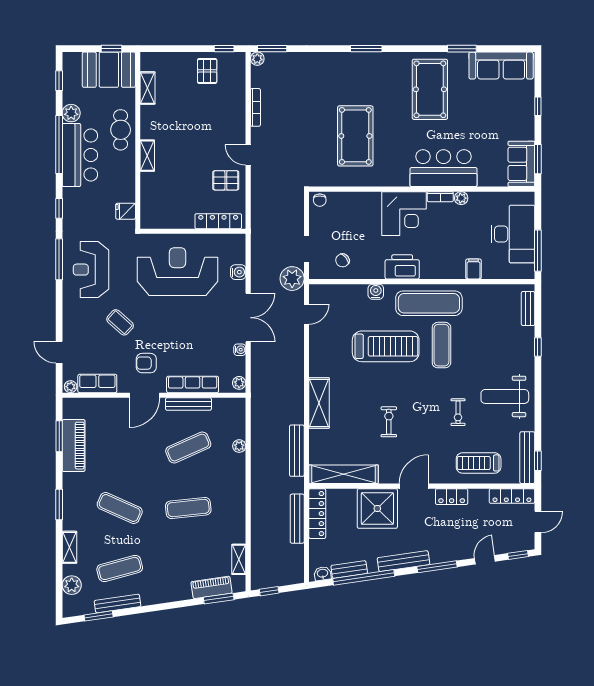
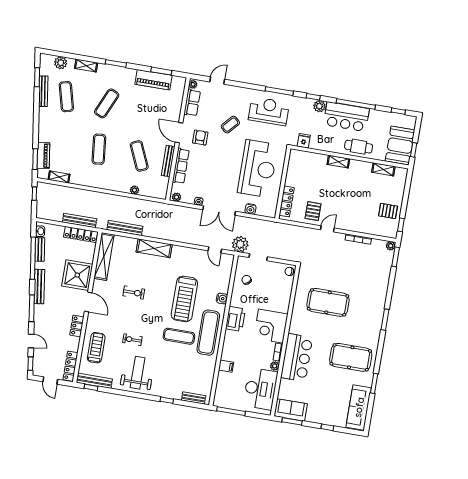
plant: (71, 113) -> (319, 106), moved
desk: (513, 234) -> (260, 389), moved, turned -90

